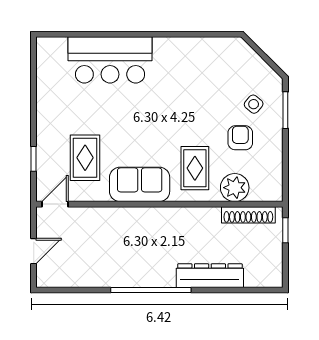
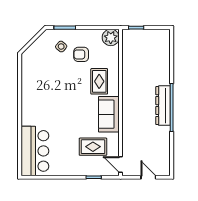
bar counter: (110, 60) -> (35, 151), moved
rug: (195, 168) -> (99, 81), turned 90
plant: (235, 188) -> (111, 37), moved
shoe rack: (248, 215) -> (127, 50), removed
dresser: (210, 276) -> (163, 106), moved

